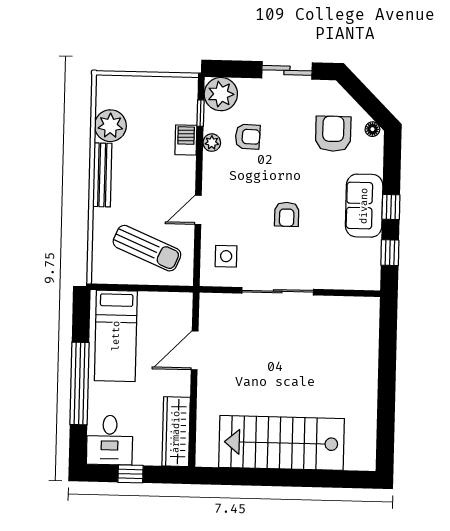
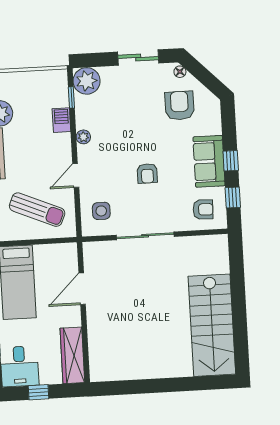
floor lamp: (372, 129) -> (180, 72), moved
armchair: (248, 137) -> (203, 209), moved
plant: (212, 143) -> (83, 137), moved
stairs: (282, 443) -> (212, 325), moved, turned -90

